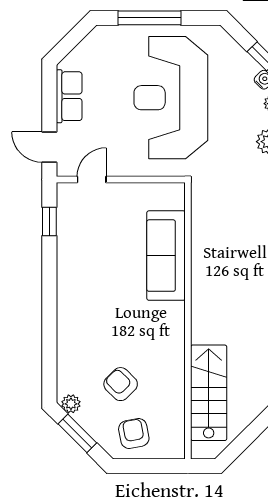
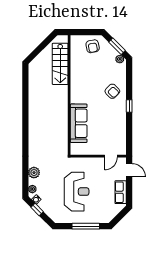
reception desk: (171, 98) -> (77, 192), width x0.74, depth x0.77
window: (49, 222) -> (129, 106), moved
armchair: (121, 384) -> (112, 91), moved

